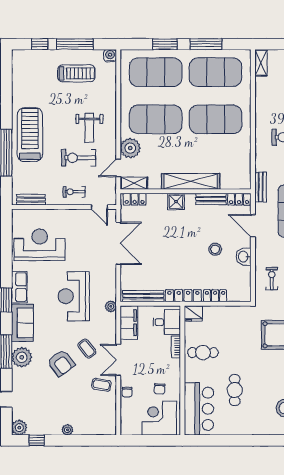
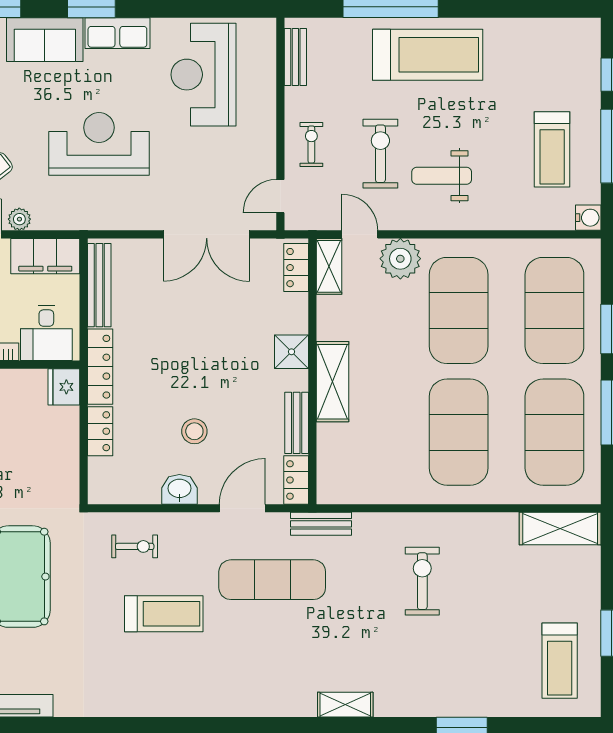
shelving: (261, 63) -> (560, 529), width x1.50, depth x1.33
shelving: (191, 181) -> (332, 382), width x0.68
reception desk: (40, 245) -> (204, 75), turned 180
plant: (111, 306) -> (19, 219), moved

